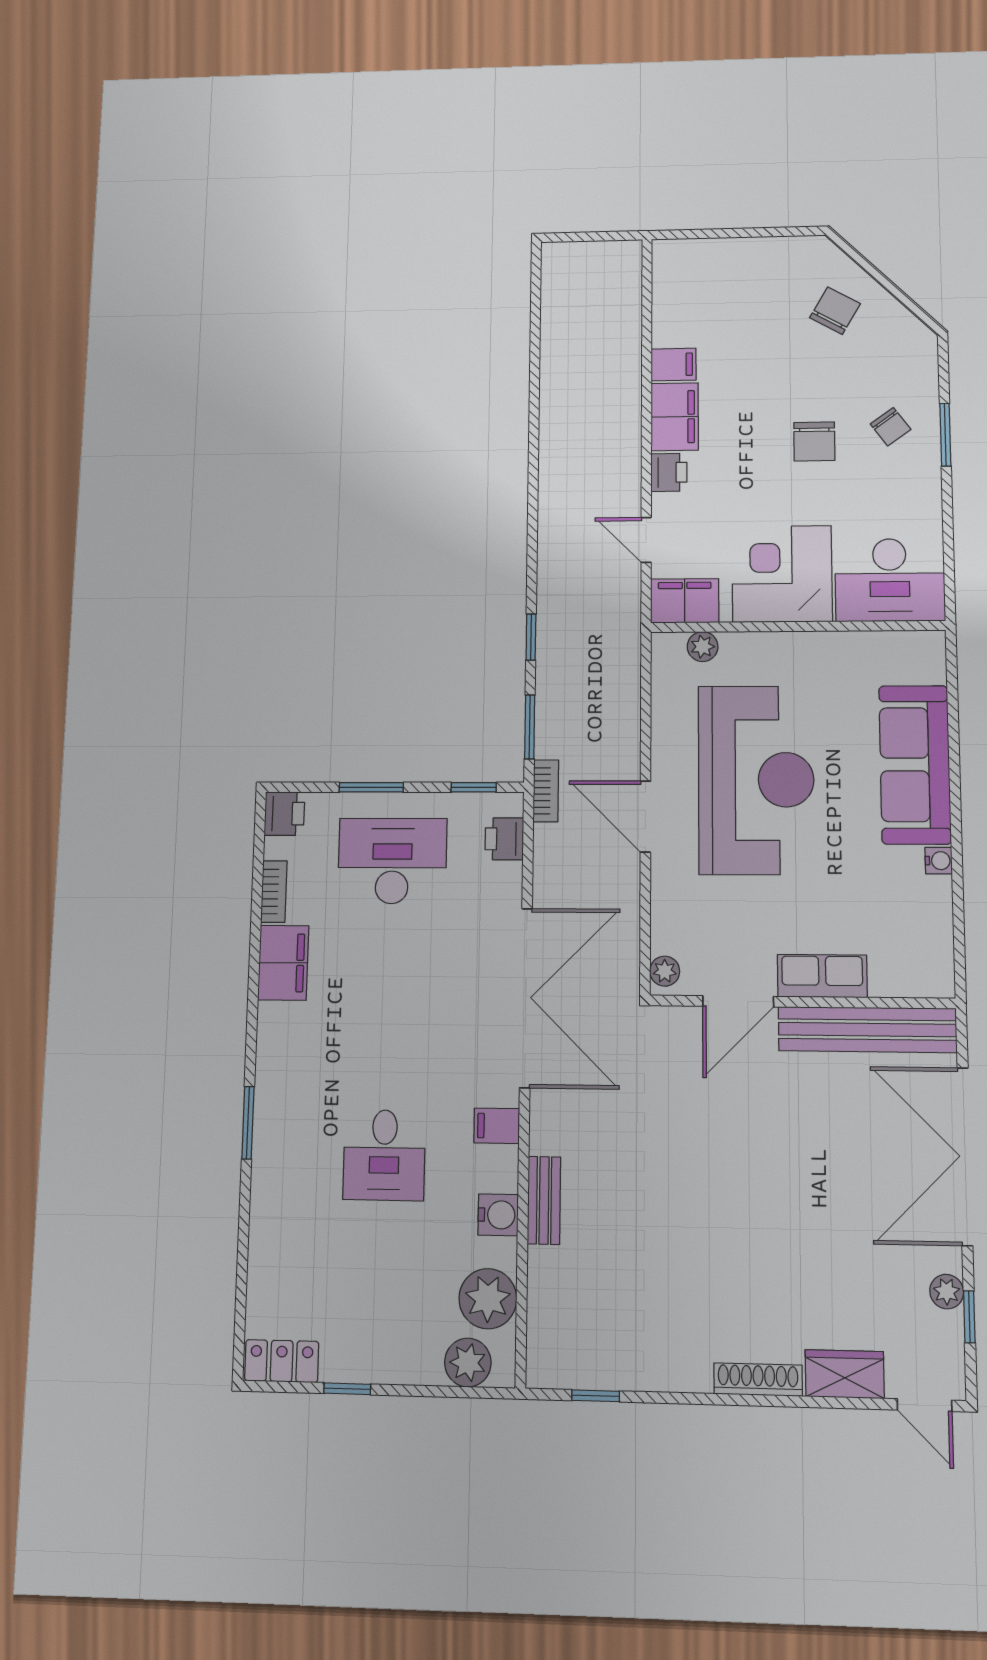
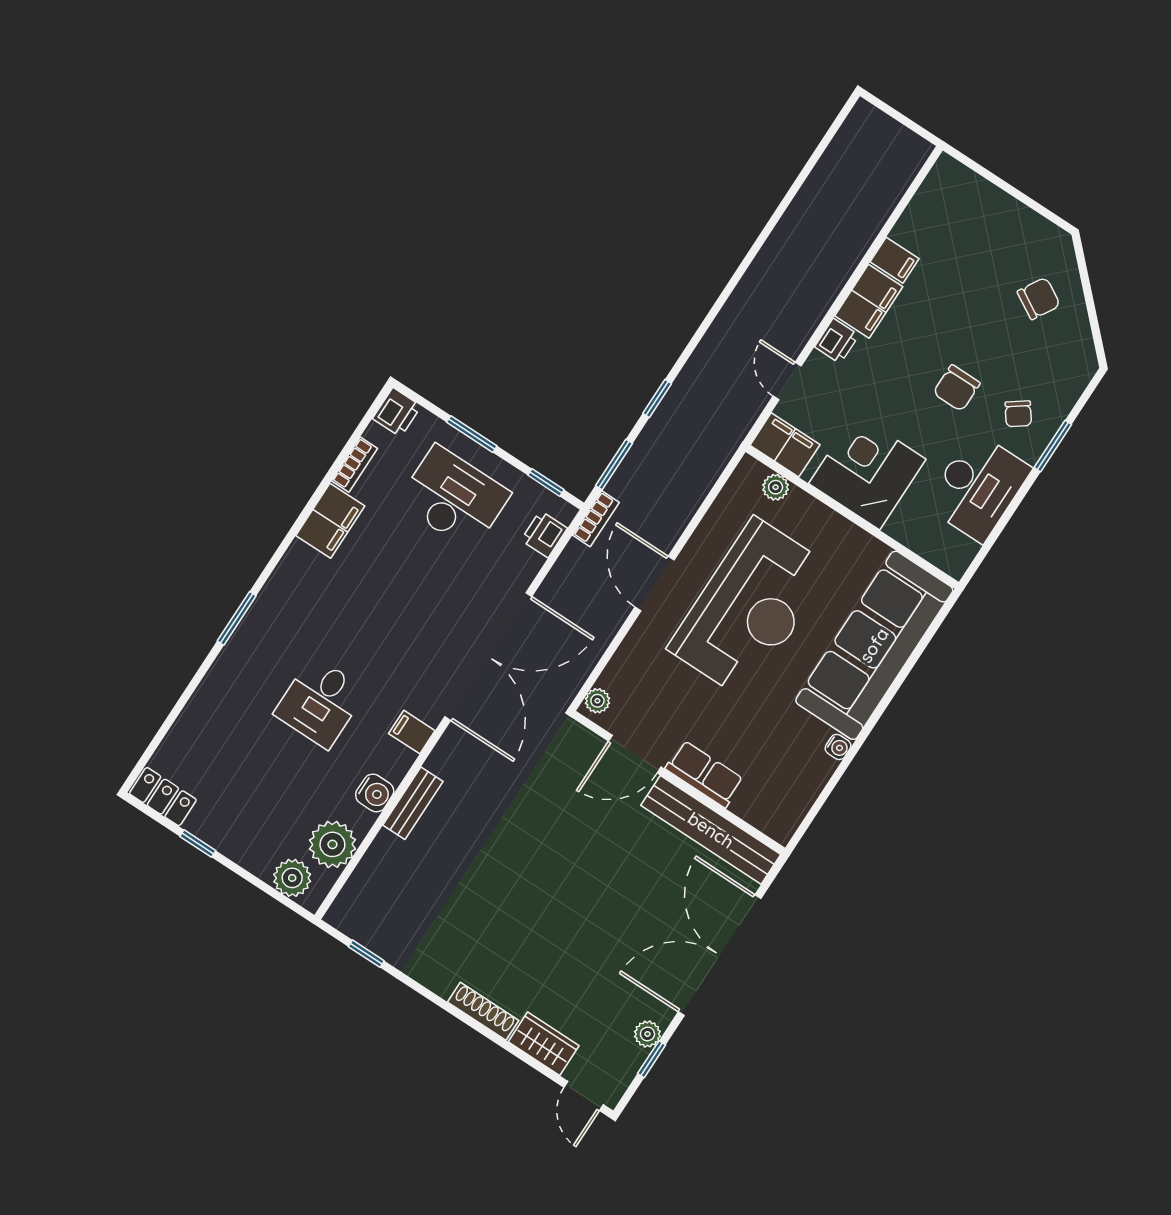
desk: (890, 580) -> (978, 487), moved, turned -90
sofa: (915, 765) -> (874, 645), width x1.36, depth x1.27

